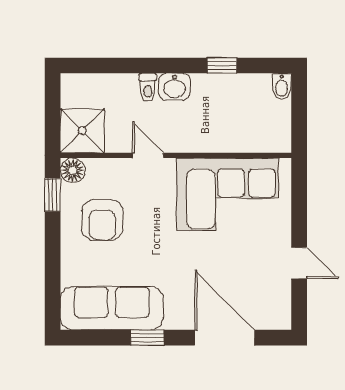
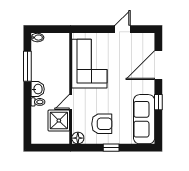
window: (222, 65) -> (27, 66), width x2.17
shower: (82, 131) -> (59, 121), moved
window: (53, 195) -> (111, 148), moved

